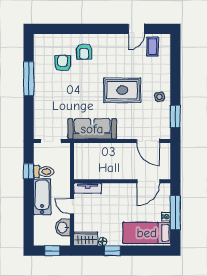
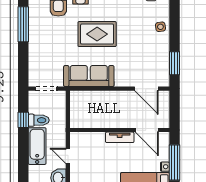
rug: (122, 90) -> (97, 34), moved
side table: (160, 97) -> (160, 27), moved
door: (148, 181) -> (147, 130), hinge flipped
tv unit: (87, 188) -> (120, 137), moved

